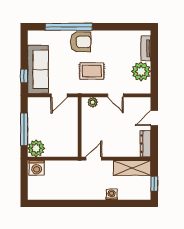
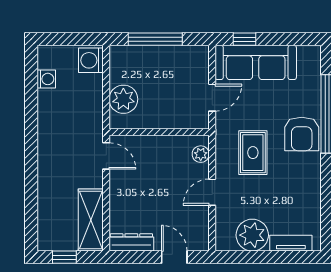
door: (59, 95) -> (212, 98), swing flipped
plant: (36, 148) -> (123, 99), moved
washing machine: (112, 194) -> (46, 79), moved

